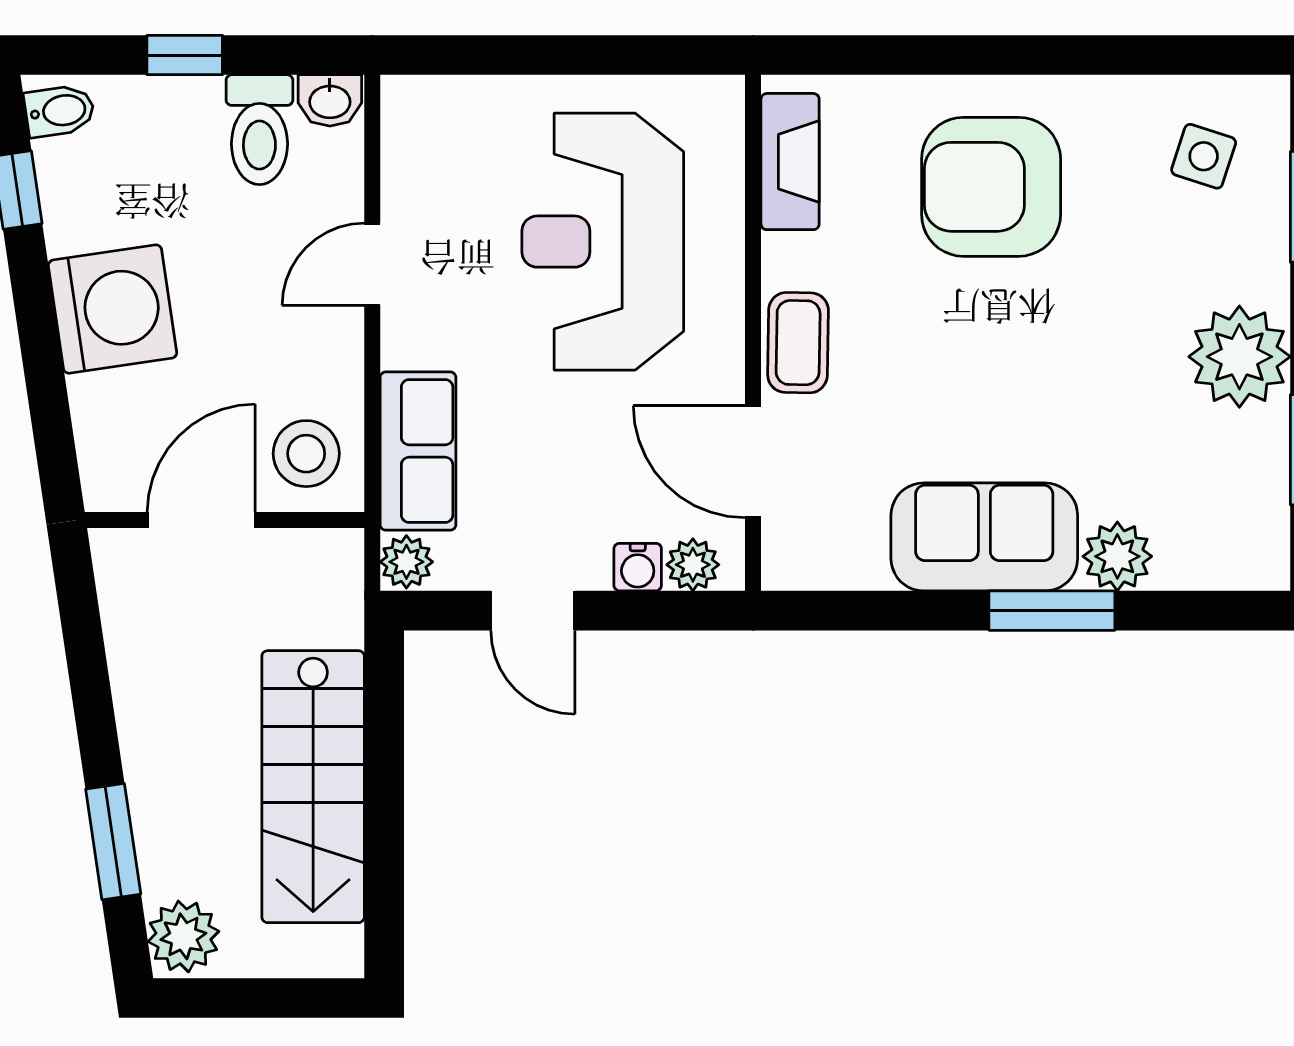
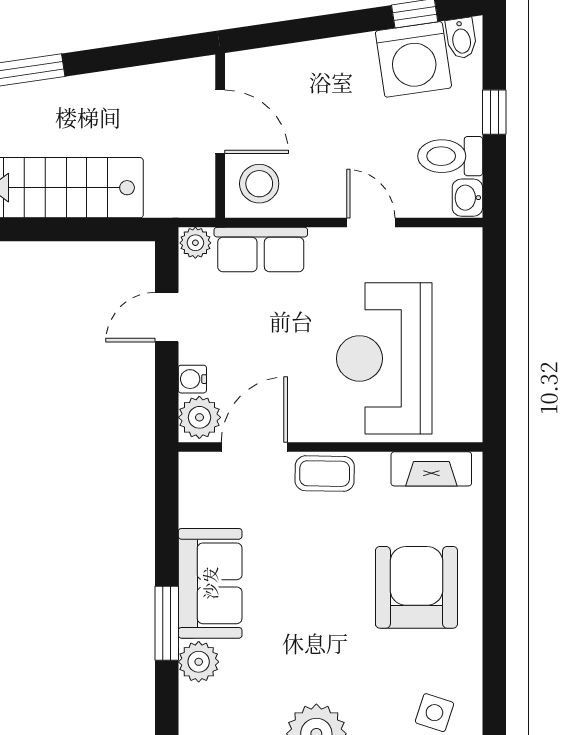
reception desk: (603, 242) -> (384, 358), turned -90
washing machine: (113, 309) -> (413, 59), moved
plant: (693, 565) -> (199, 417), width x1.38, depth x1.38

